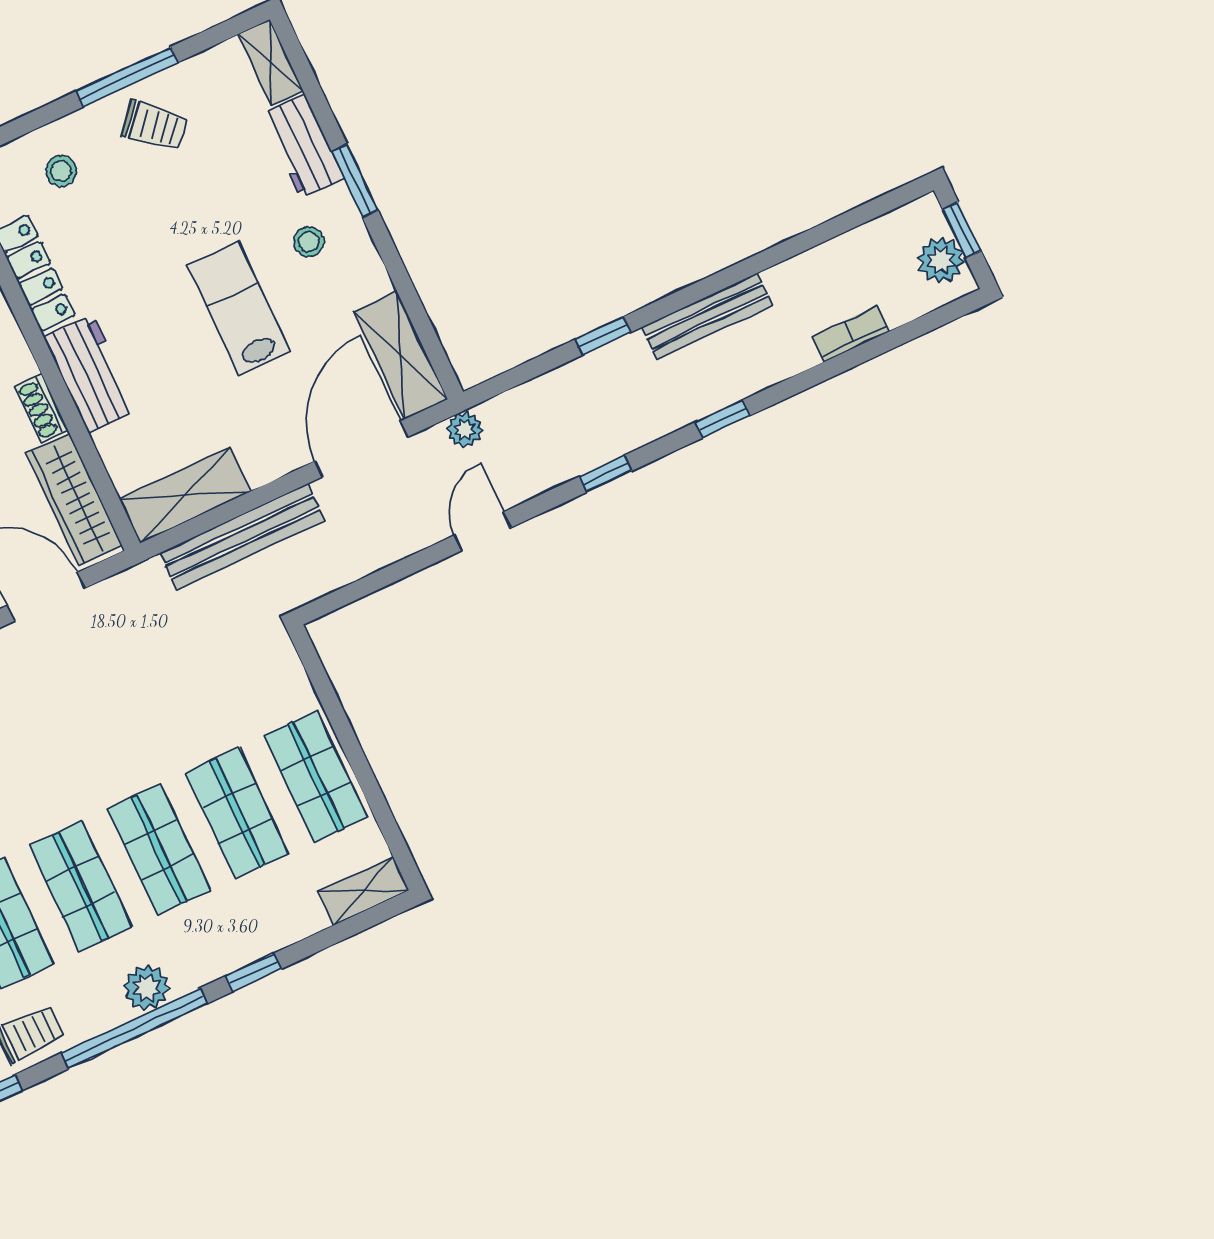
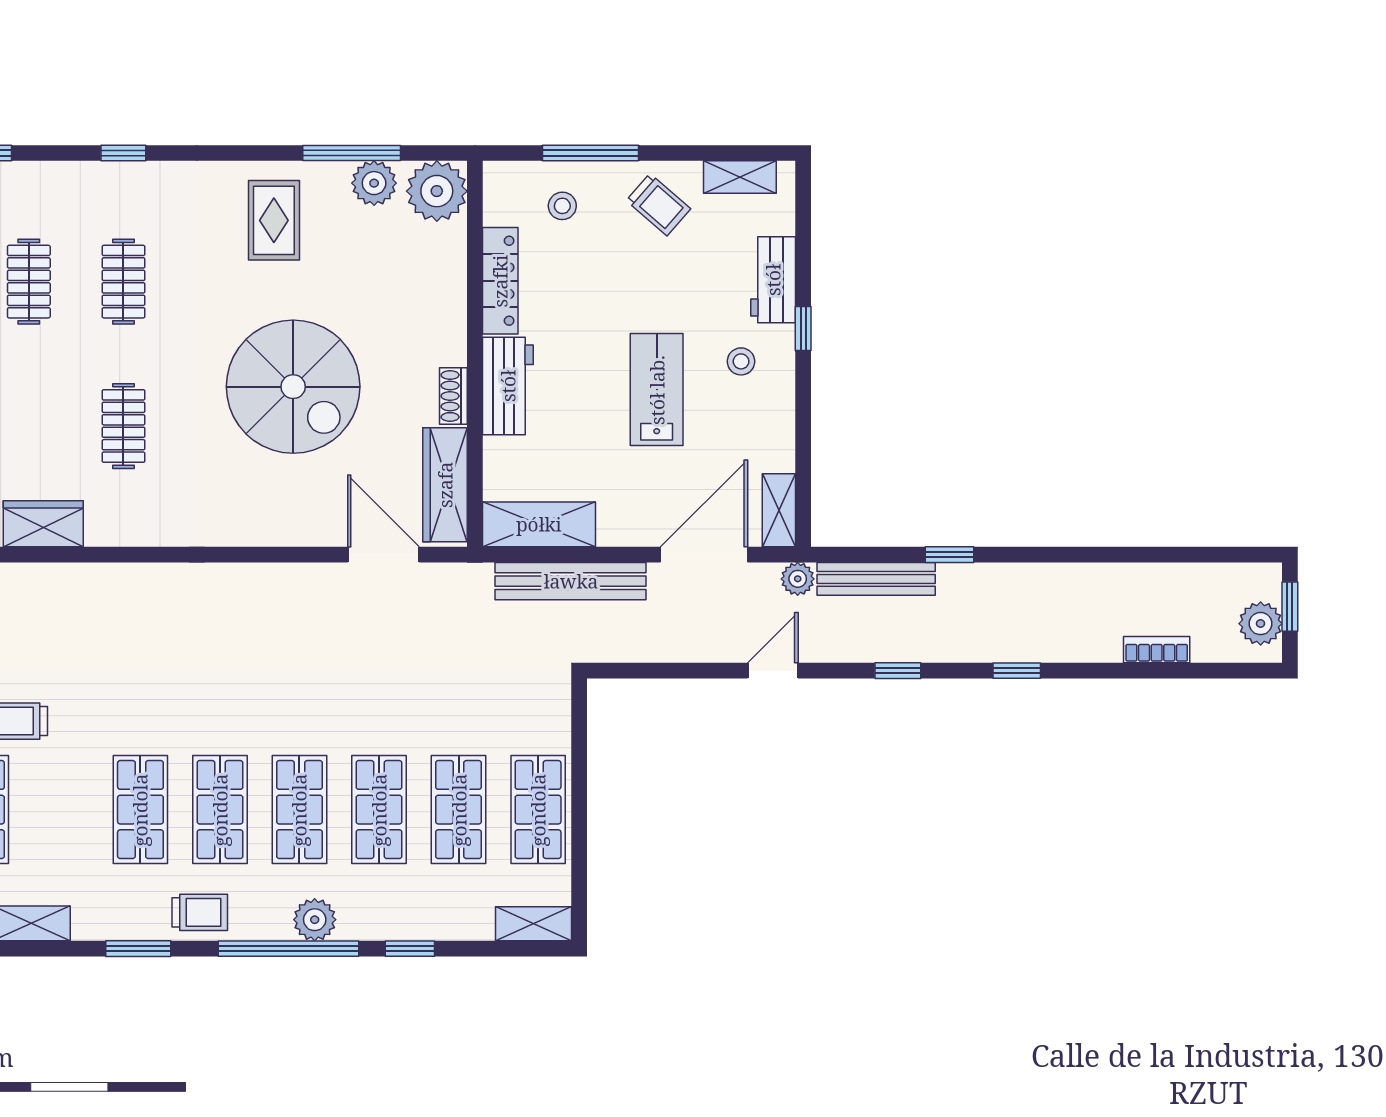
shelving: (270, 62) -> (740, 177), moved, turned 90
window: (127, 77) -> (591, 153), moved
window: (355, 181) -> (803, 328), width x0.67
bench: (707, 316) -> (876, 579), moved
shelving: (401, 355) -> (779, 510), width x0.67, depth x0.75

